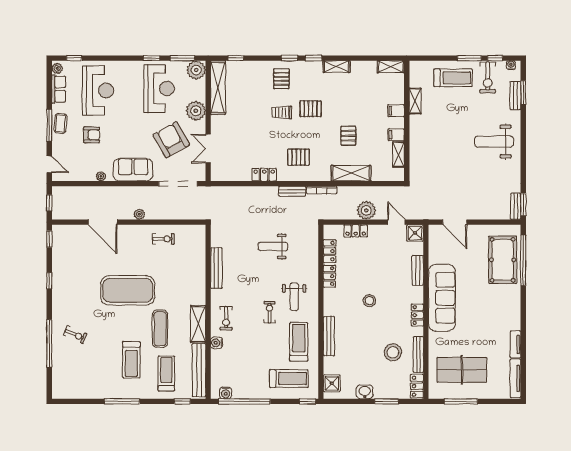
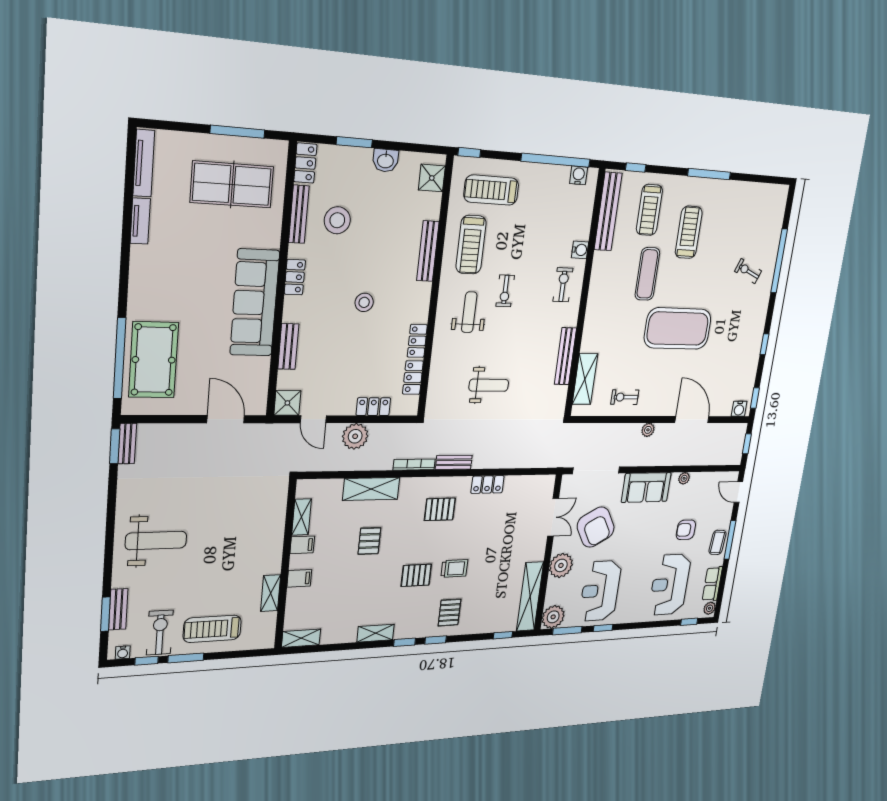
water cooler: (62, 231) -> (739, 409), added
shelving: (198, 324) -> (585, 379), moved

